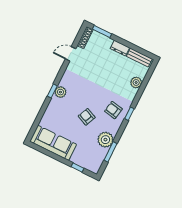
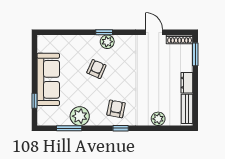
armchair: (87, 117) -> (96, 69), moved
sofa: (53, 143) -> (48, 79), moved

